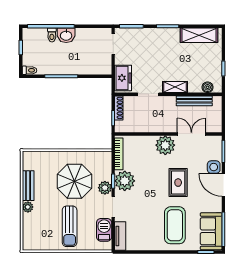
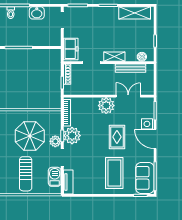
washbasin: (66, 35) -> (37, 13), moved

